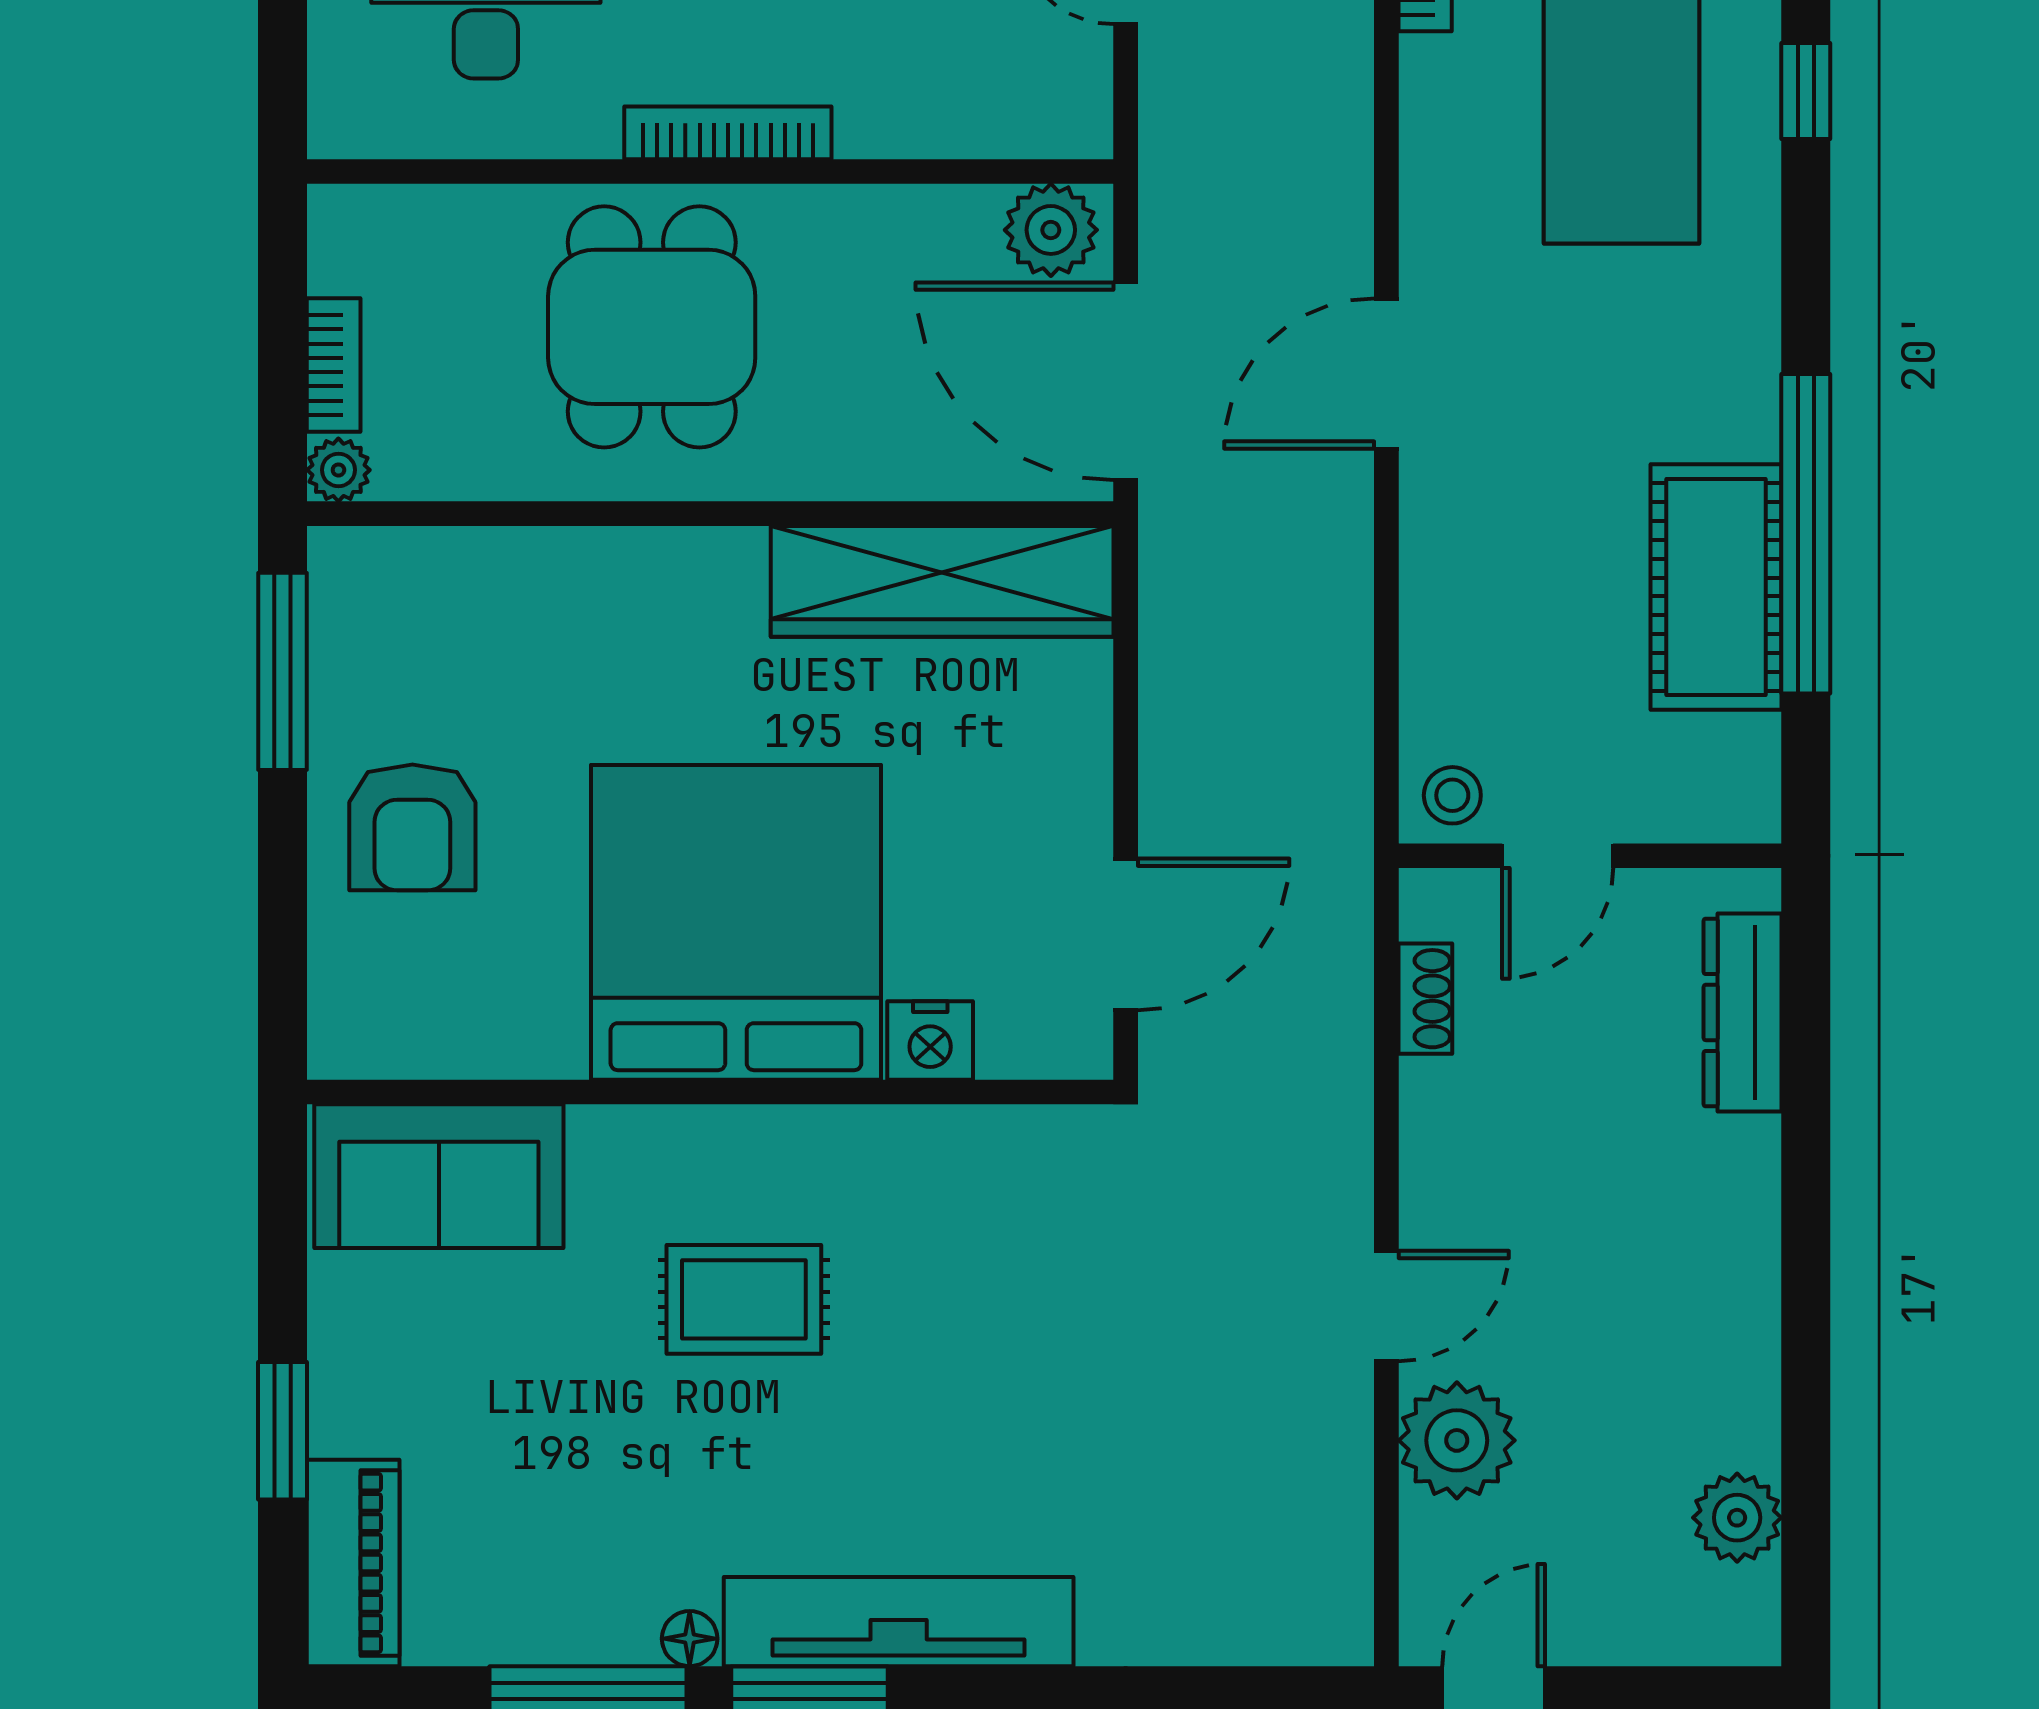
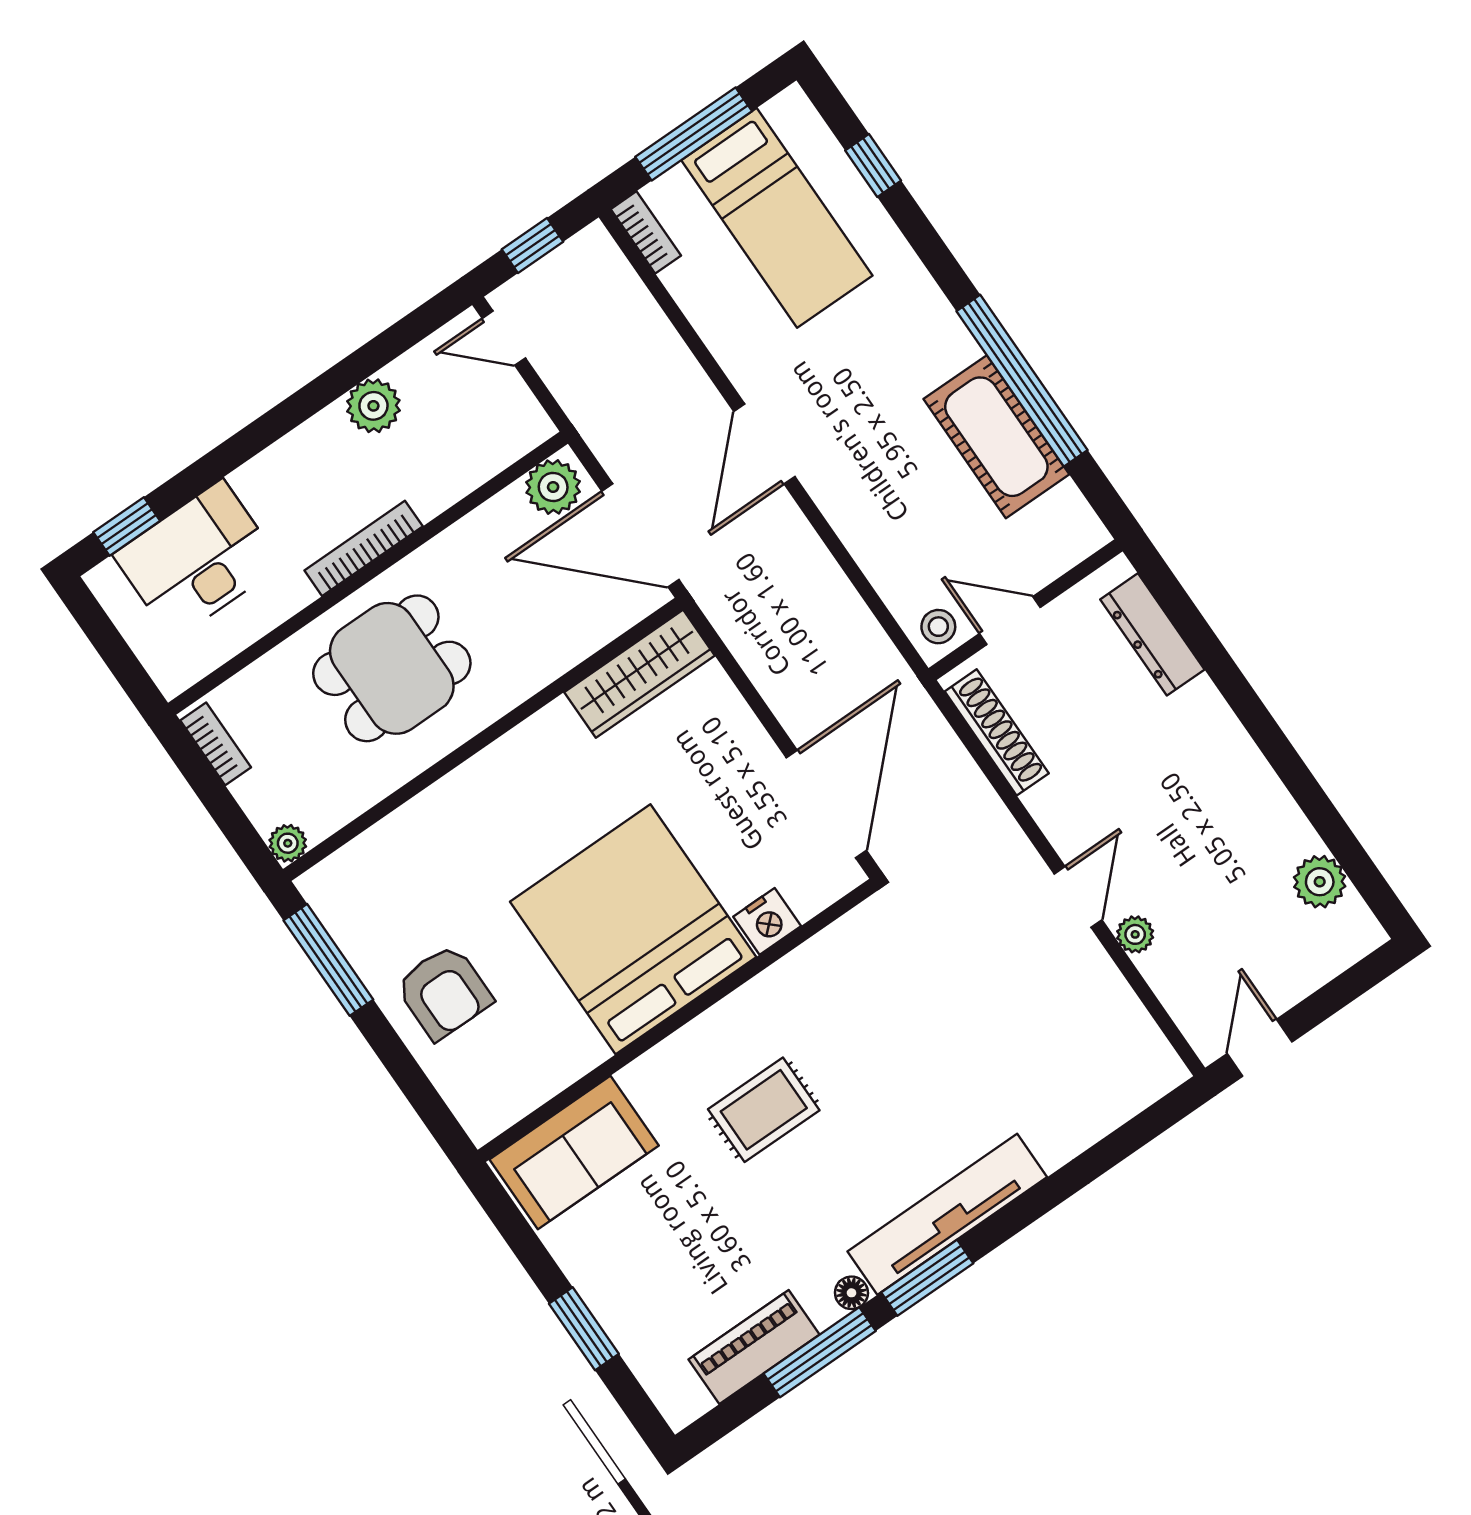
dining table: (652, 327) -> (392, 668), turned 90
bookcase: (334, 365) -> (216, 744), moved
wardrobe: (942, 581) -> (640, 674), width x0.71, depth x0.85
door: (1558, 856) -> (1010, 621), swing flipped
door: (1126, 934) -> (826, 804), width x1.36
shoe rack: (1425, 999) -> (997, 732), width x1.94, depth x1.24
plant: (1457, 1440) -> (1135, 934), width x0.53, depth x0.53
piano: (353, 1563) -> (754, 1347), moved, turned -90

